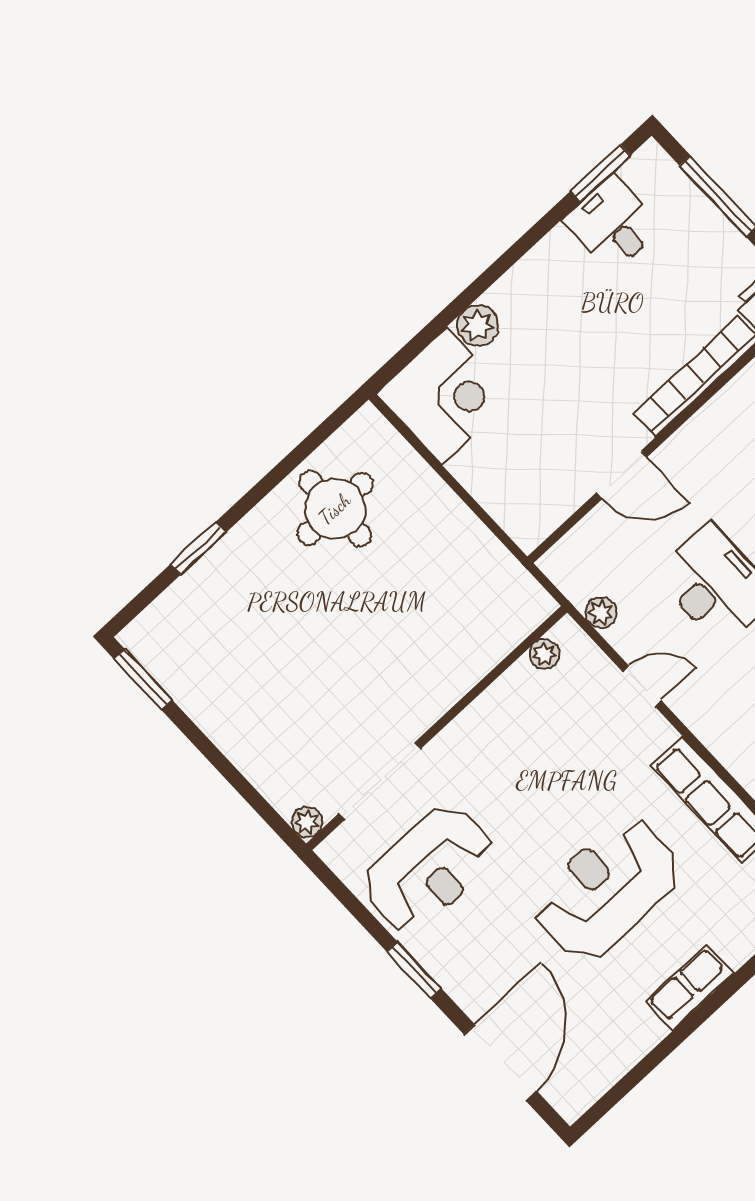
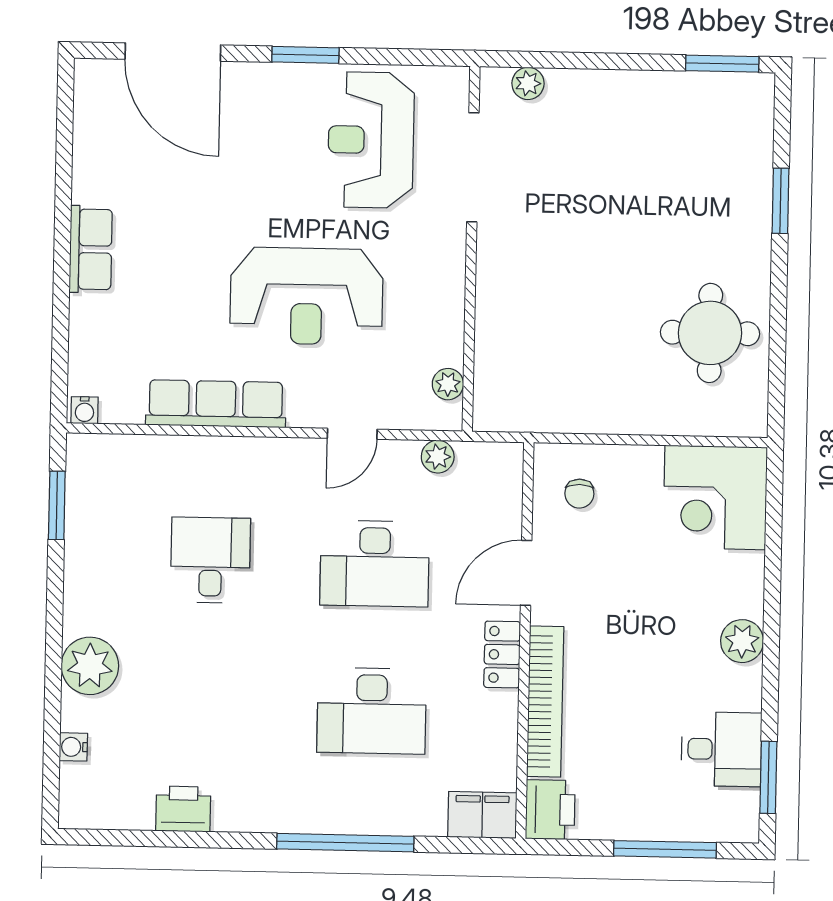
plant: (478, 326) -> (742, 641), moved
locker: (693, 437) -> (502, 654), added
chair: (532, 491) -> (579, 494), added
plant: (307, 822) -> (528, 83), moved
reception desk: (607, 889) -> (307, 296), moved, turned 90

